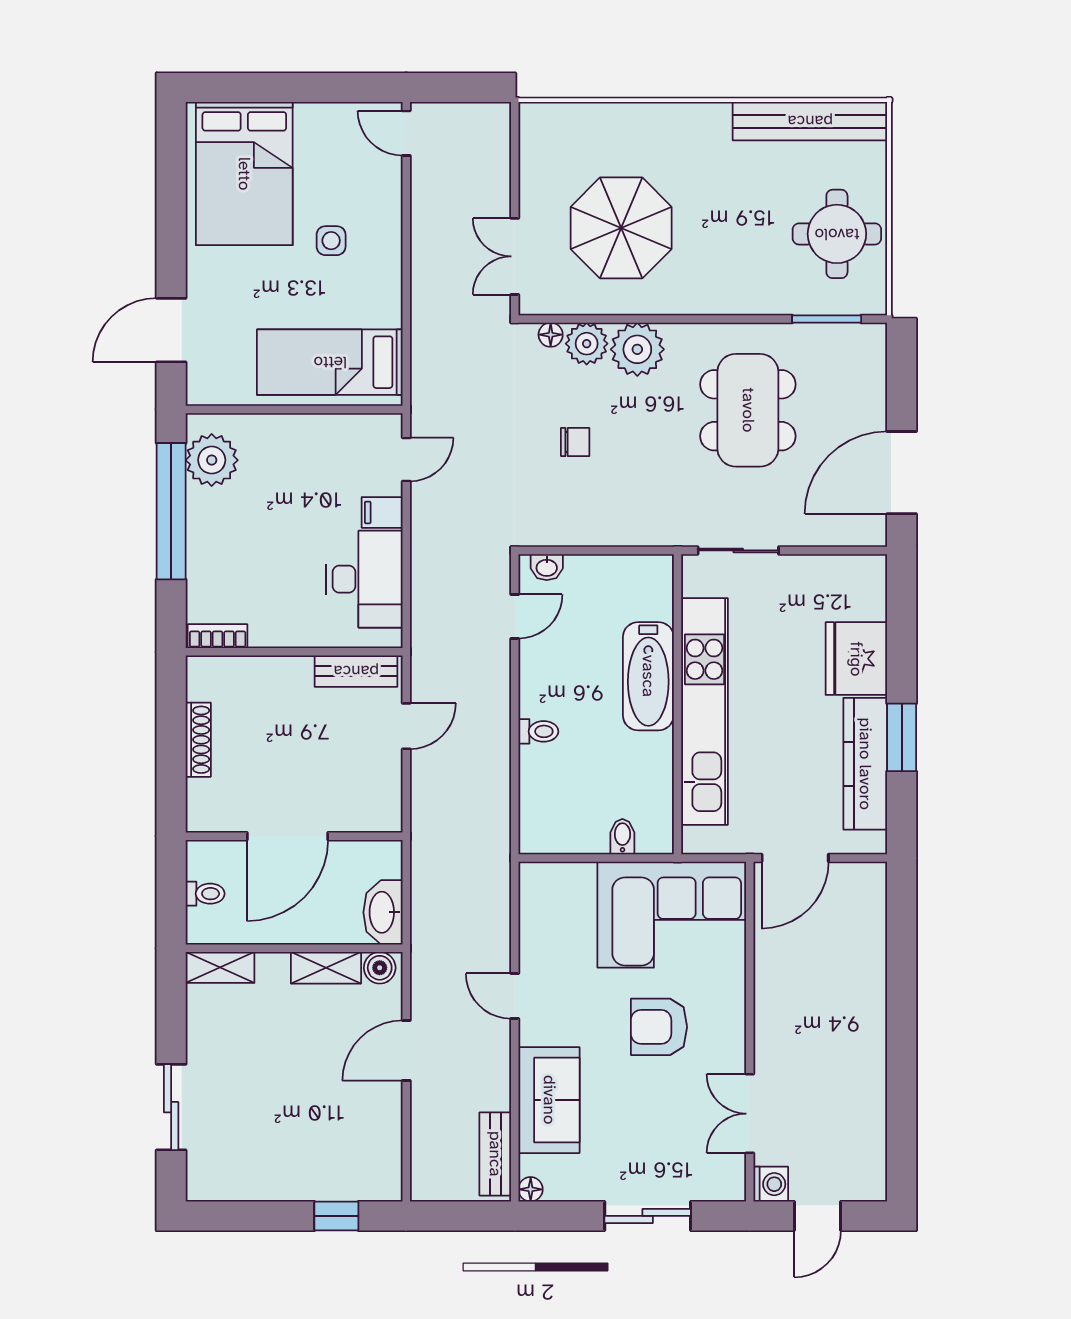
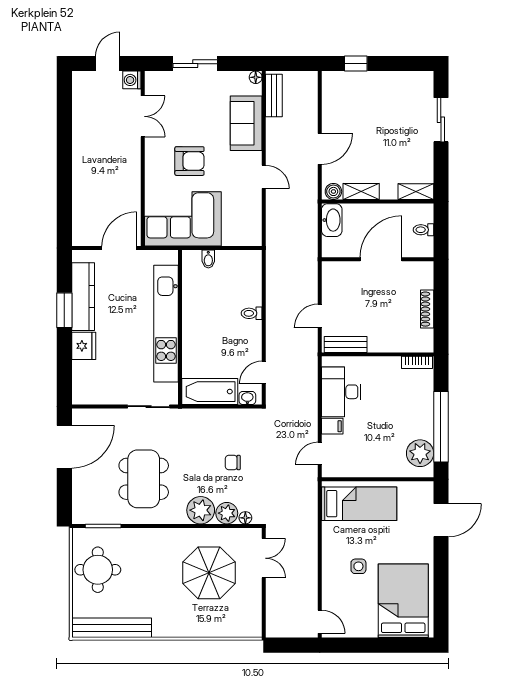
fridge: (856, 659) -> (84, 346), width x0.73, depth x0.75
bathtub: (648, 676) -> (210, 392), moved, turned -90

